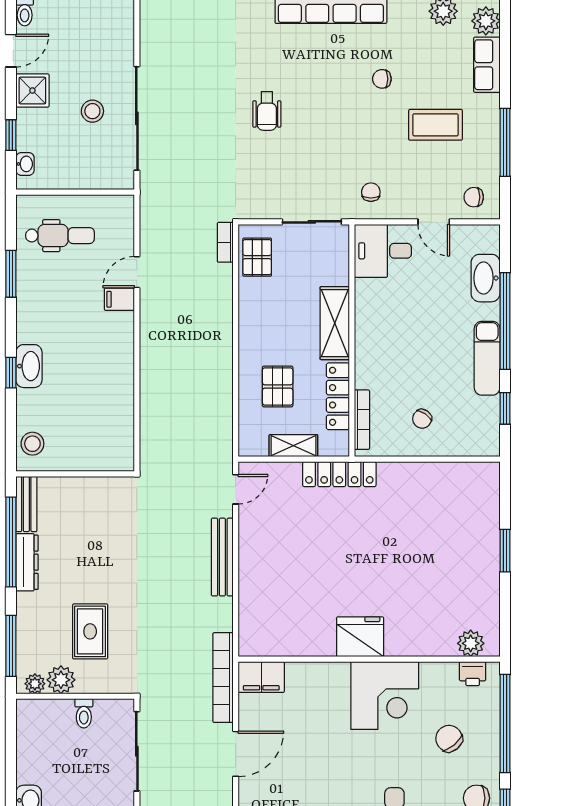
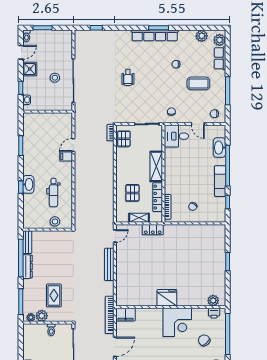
dental chair: (60, 236) -> (54, 193), moved, turned 90
stool: (32, 444) -> (55, 221), moved
locker: (339, 474) -> (153, 230), width x0.66

